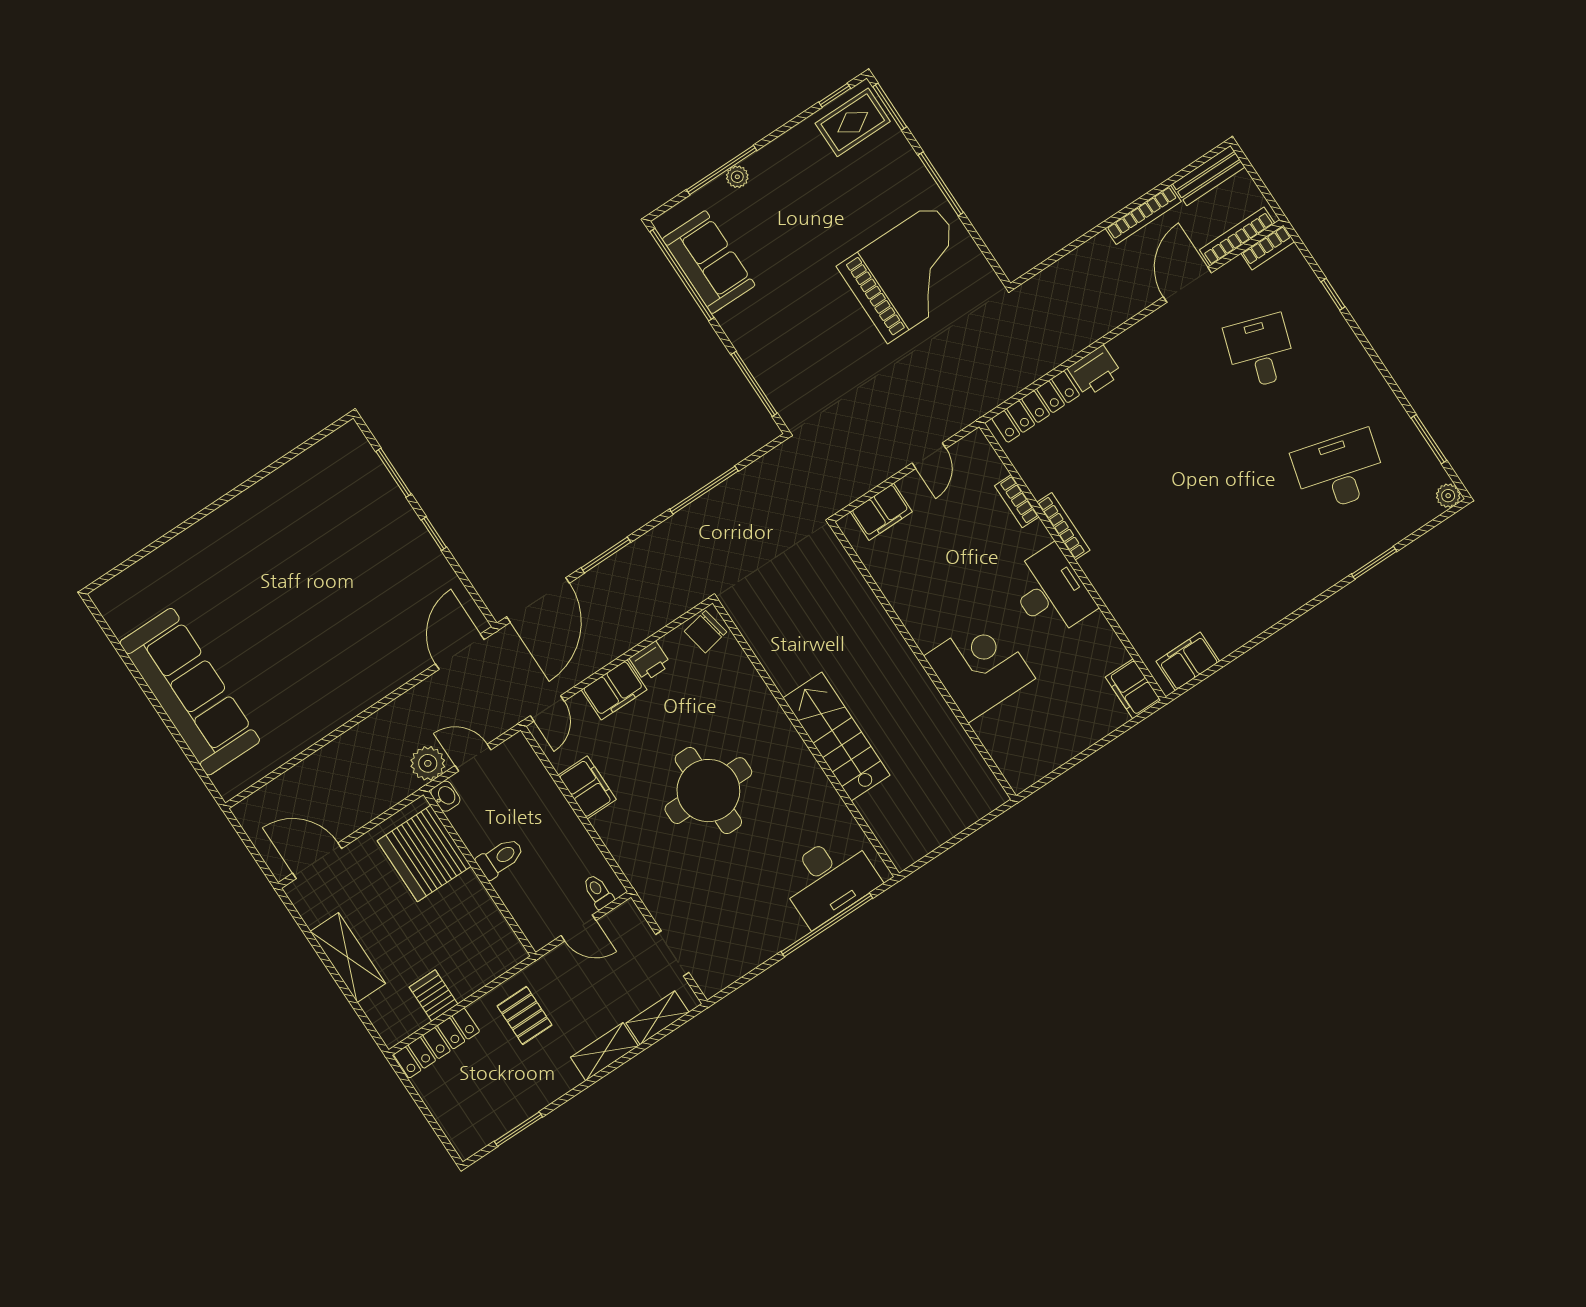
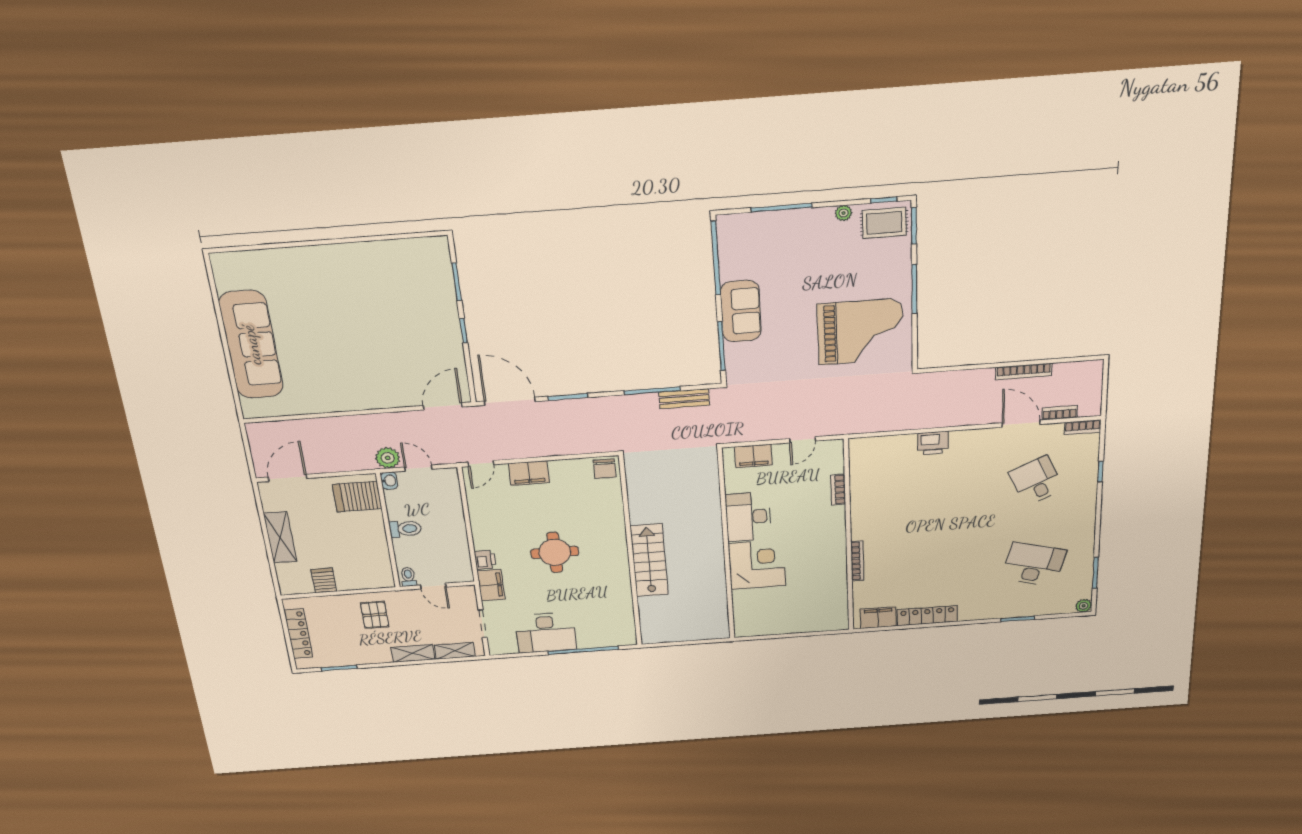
bench: (1209, 176) -> (684, 399), moved
plant: (737, 177) -> (844, 213), moved
bookcase: (1237, 236) -> (1060, 413), width x0.64
sofa: (709, 262) -> (741, 311), moved
door: (1187, 285) -> (1021, 424), hinge flipped
desk: (1260, 351) -> (1036, 481), turned -42
locker: (1036, 407) -> (927, 616), moved, turned 180
bookcase: (1063, 526) -> (857, 561), moved
desk: (1051, 592) -> (748, 517), moved, turned 180
door: (538, 600) -> (510, 401), swing flipped
chair: (705, 632) -> (605, 469), turned -79
printer: (650, 661) -> (485, 560), moved, turned -90
filing cabinet: (1133, 689) -> (838, 616), removed
filing cabinet: (587, 787) -> (491, 585), moved
round table: (708, 791) -> (555, 552), width x0.73, depth x0.73
server rack: (424, 853) -> (357, 497), width x0.62
door: (317, 861) -> (288, 478), hinge flipped
desk: (829, 879) -> (546, 633), moved
toilet: (598, 892) -> (408, 577), moved
locker: (437, 1043) -> (298, 634), moved, turned -90

